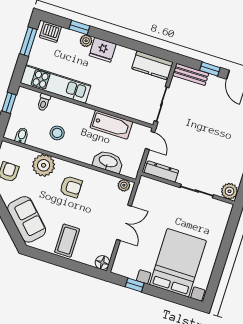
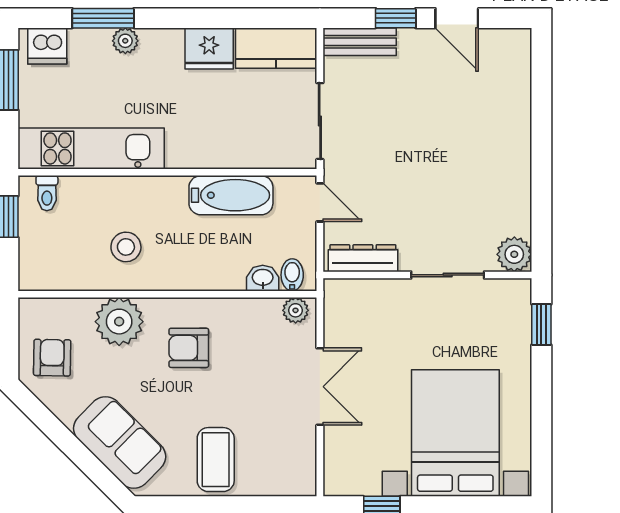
window: (79, 28) -> (103, 18), width x1.50
fridge: (103, 50) -> (209, 48), moved
toilet: (44, 102) -> (47, 193), moved
bidet: (22, 135) -> (292, 275), moved
washbasin: (108, 162) -> (263, 278), width x0.52, depth x0.69
armchair: (71, 187) -> (189, 348), turned 180
window: (232, 226) -> (541, 325), added
floor lamp: (102, 263) -> (302, 481), removed

